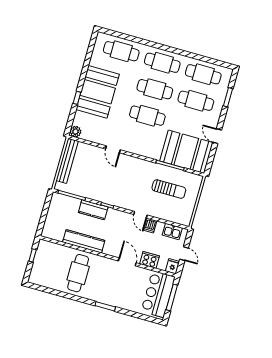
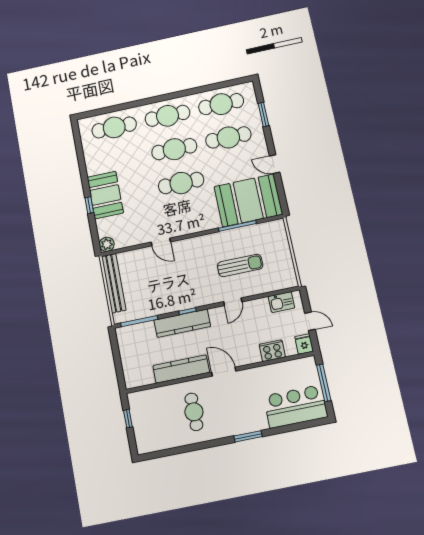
booth: (98, 92) -> (105, 195), width x0.73, depth x0.70
sun lounger: (169, 189) -> (240, 265), moved
kitchen counter: (93, 210) -> (182, 323), width x1.50
door: (140, 215) -> (233, 302), hinge flipped
dishwasher: (150, 226) -> (251, 309), removed
door: (127, 262) -> (224, 372), moved
cafe table: (78, 273) -> (194, 412), width x0.73, depth x0.74
bar counter: (158, 294) -> (296, 406), moved, turned 90

